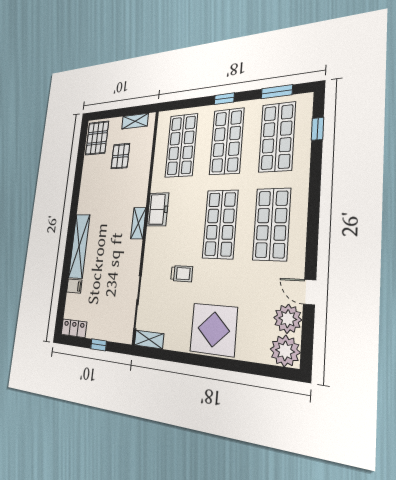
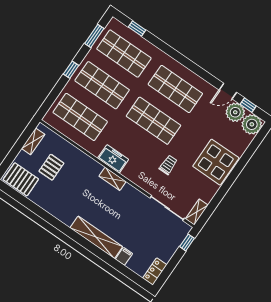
pallet: (120, 156) -> (51, 167), turned 90
window: (308, 331) -> (248, 105), added
window: (99, 345) -> (187, 242), moved

